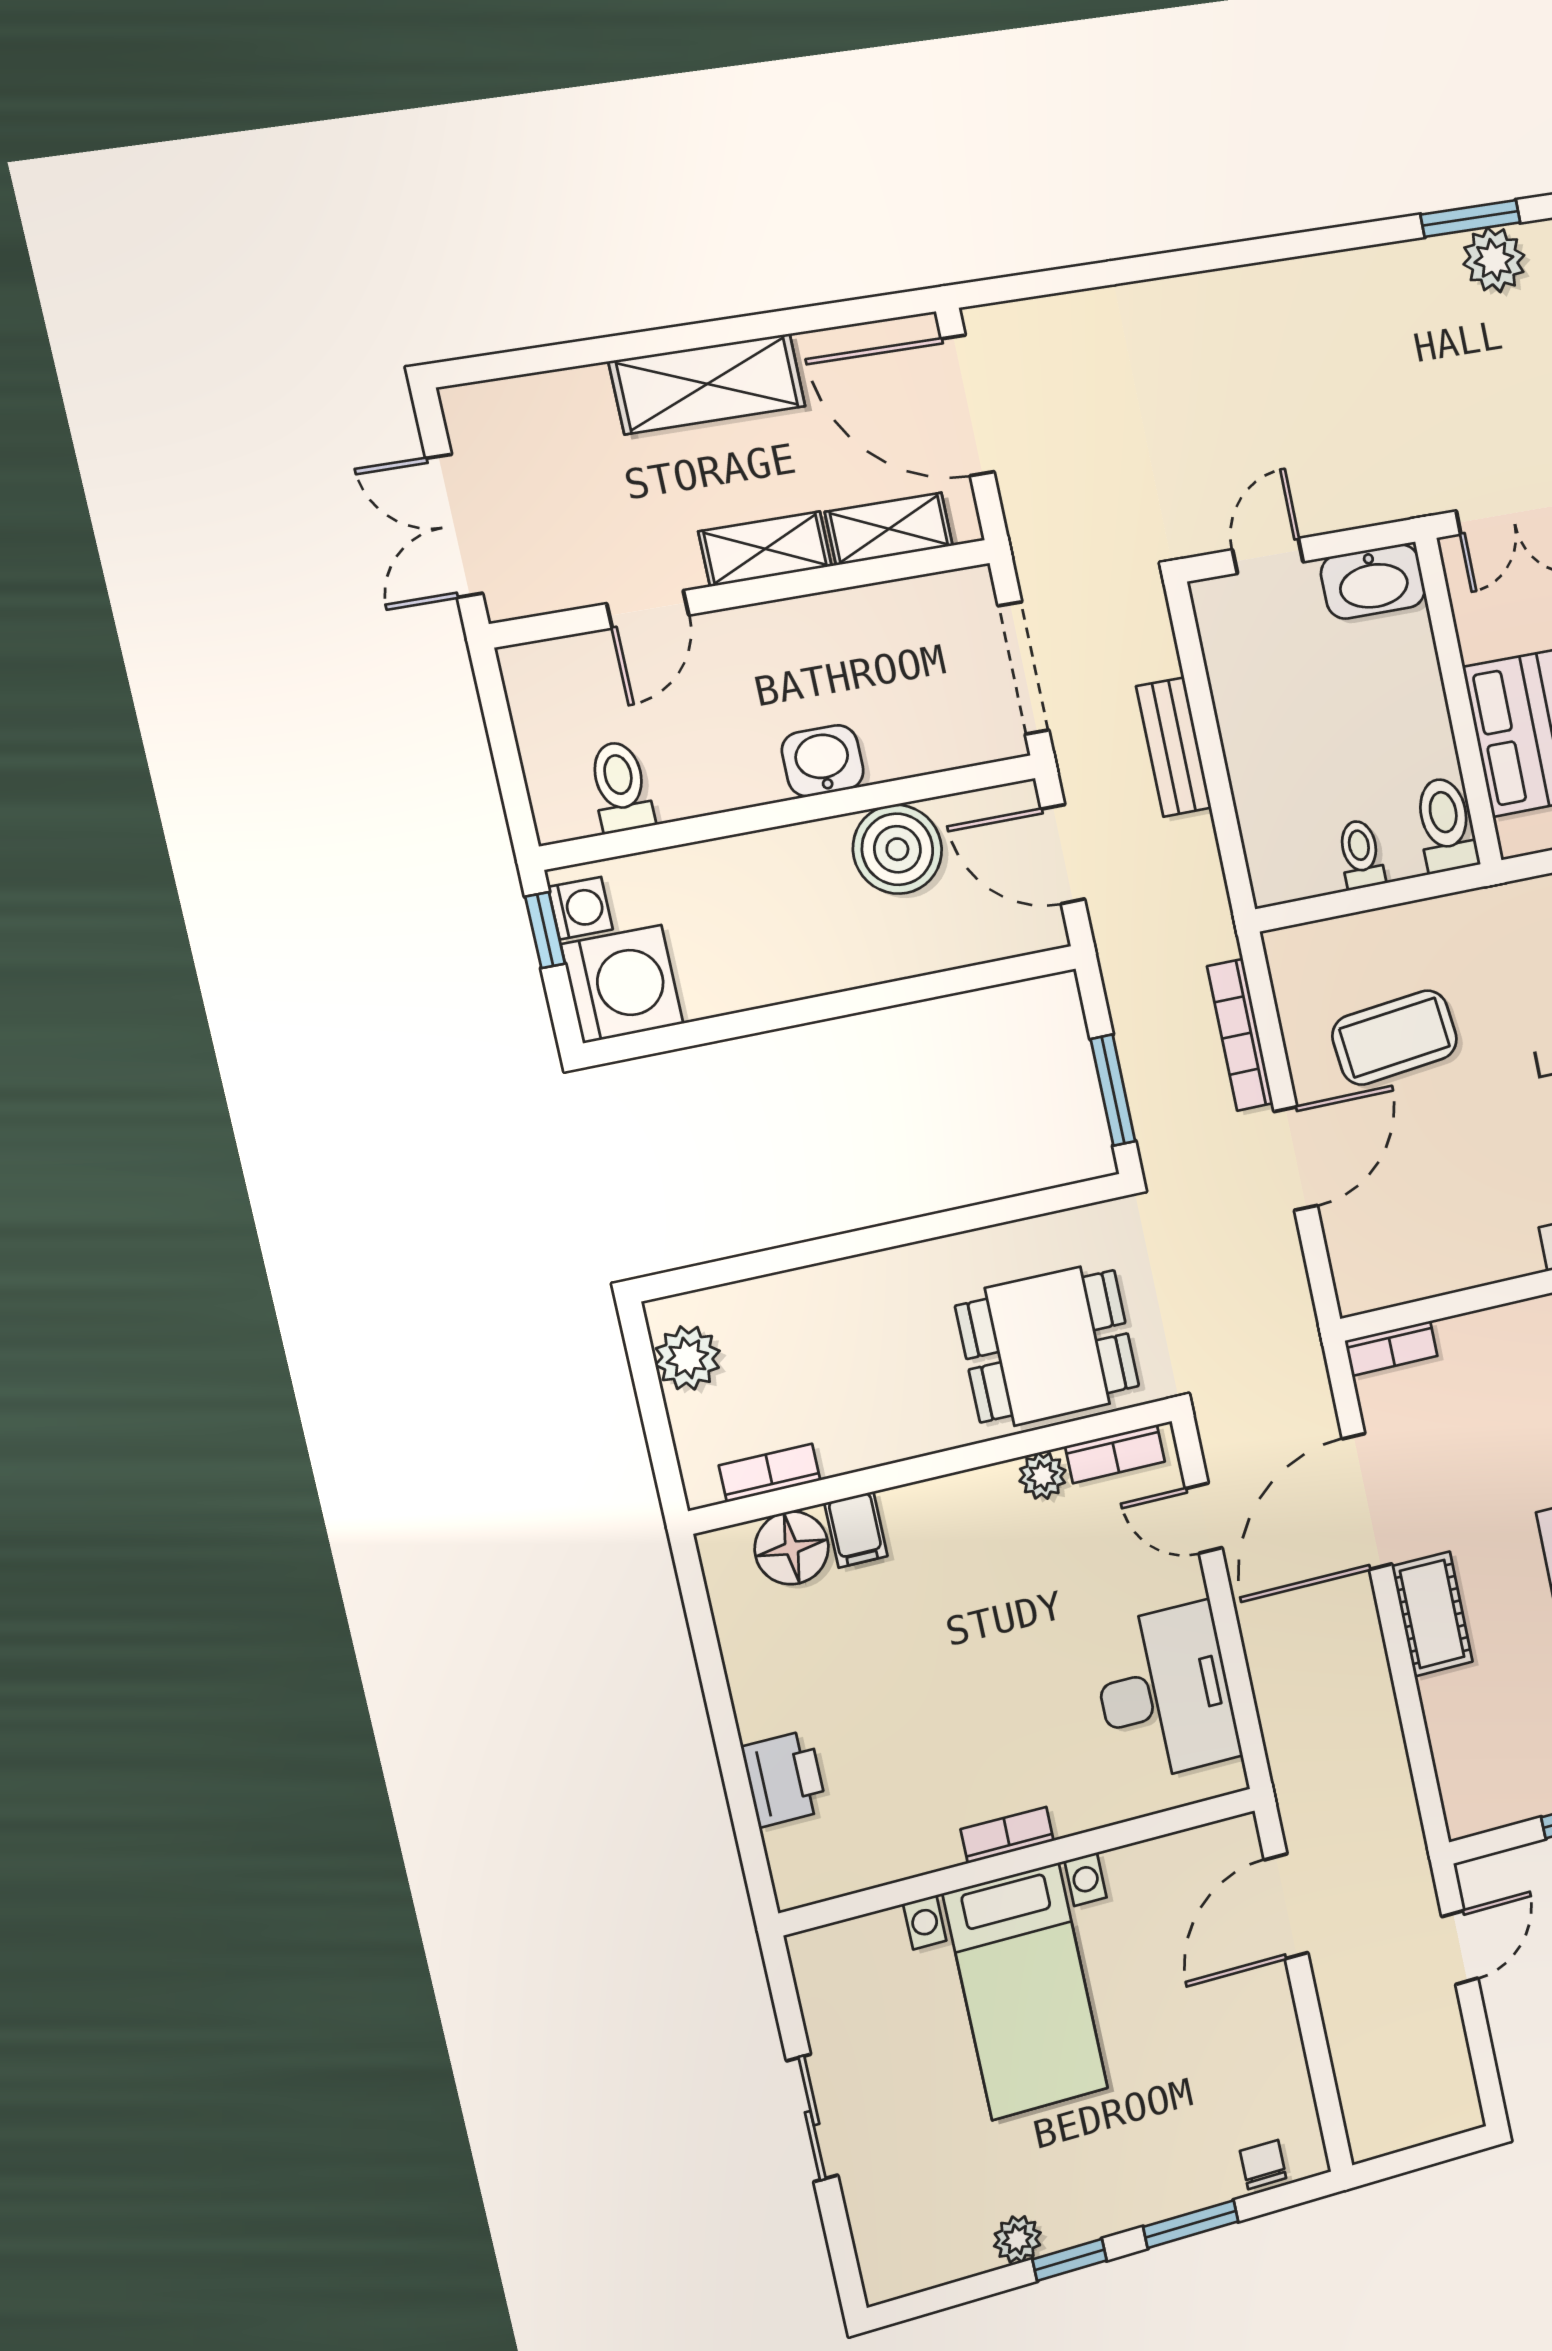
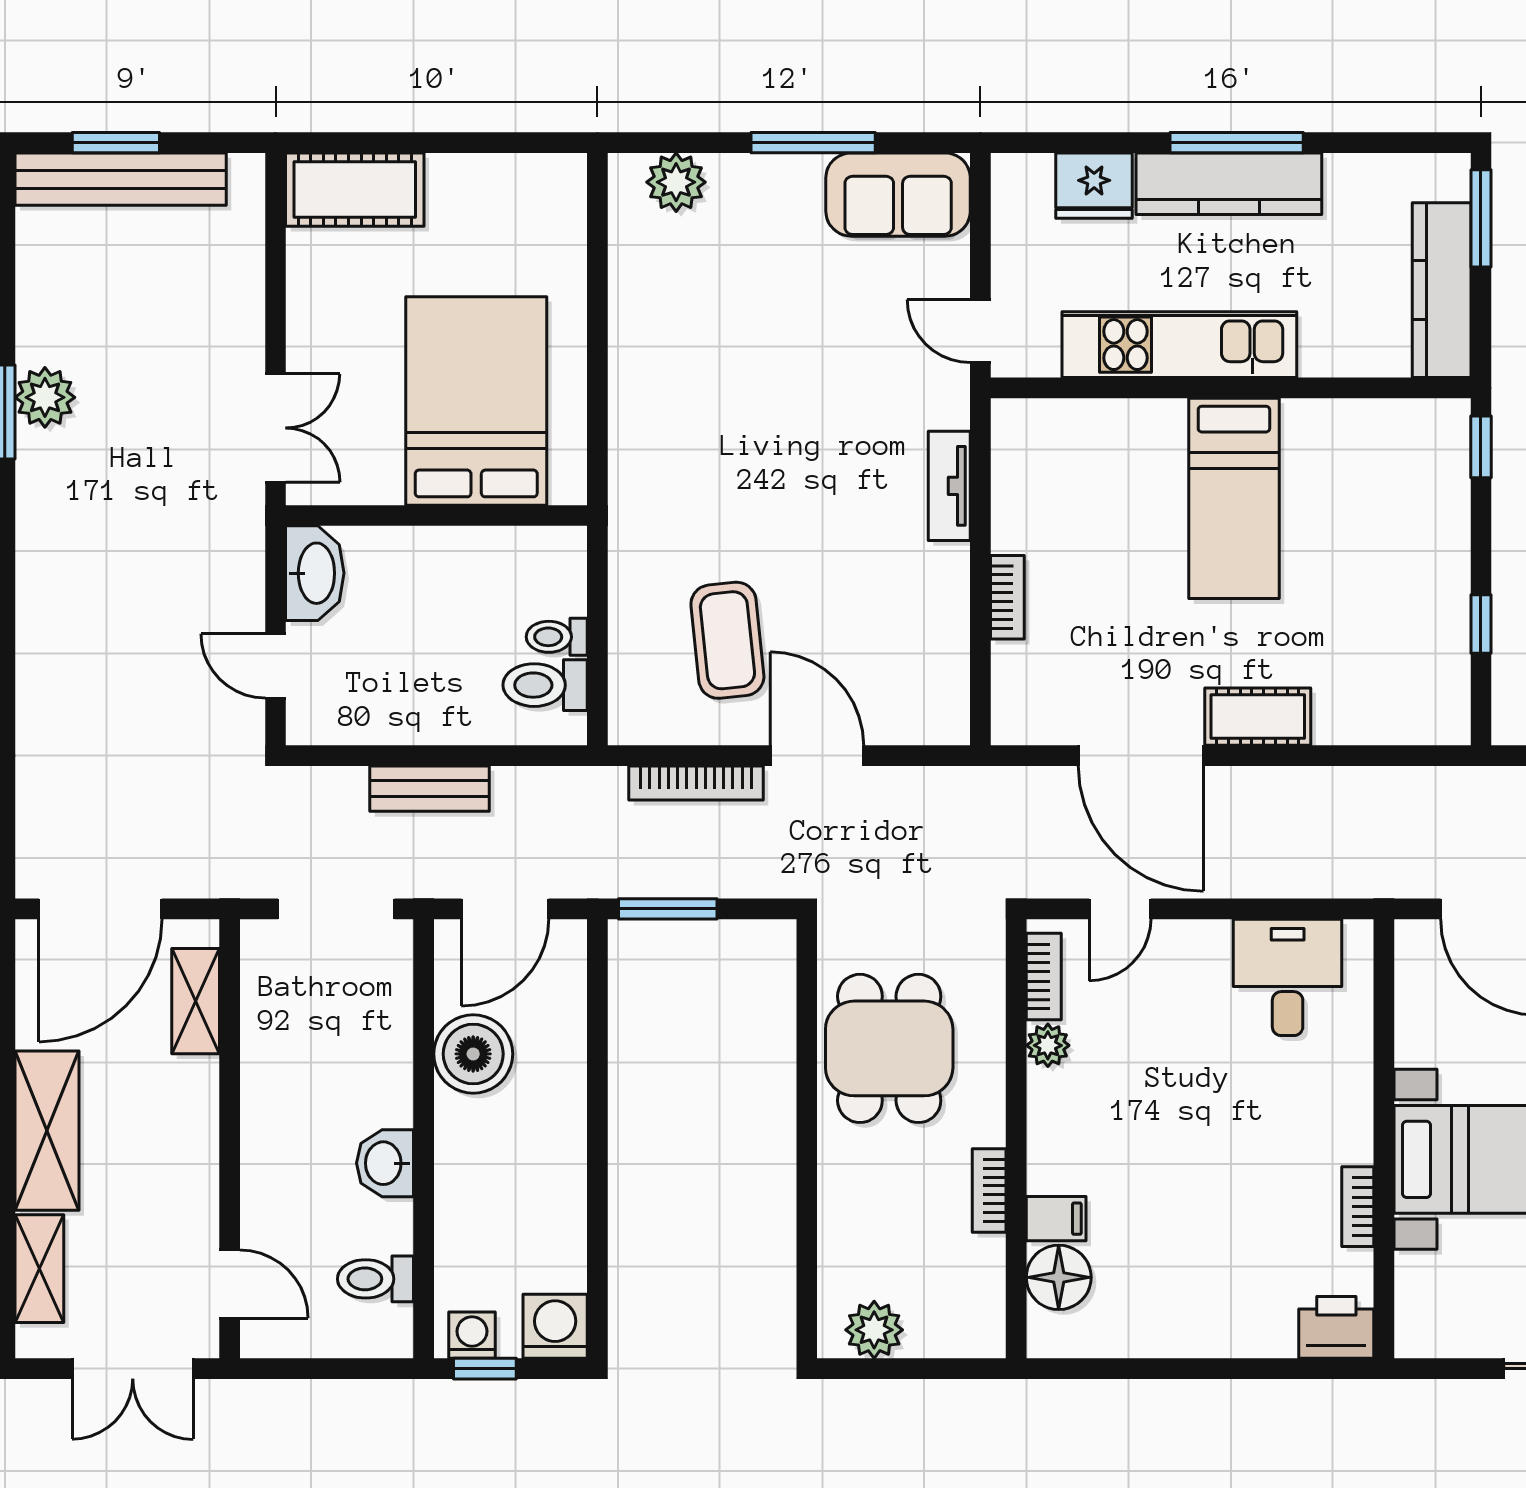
shelving: (765, 549) -> (39, 1269), moved
door: (648, 609) -> (230, 1284), moved
washbasin: (823, 761) -> (385, 1163), moved
toilet: (1446, 825) -> (545, 685), moved
washing machine: (622, 984) -> (555, 1326), width x0.73, depth x0.73
window: (1113, 1090) -> (668, 909), moved
dining table: (1047, 1346) -> (889, 1048), moved
bookcase: (1391, 1348) -> (1007, 597), moved
bookcase: (770, 1473) -> (989, 1190), moved
desk: (1165, 1693) -> (1288, 977), width x0.73
printer: (784, 1779) -> (1336, 1327), moved
bookcase: (1007, 1835) -> (1358, 1207), moved

